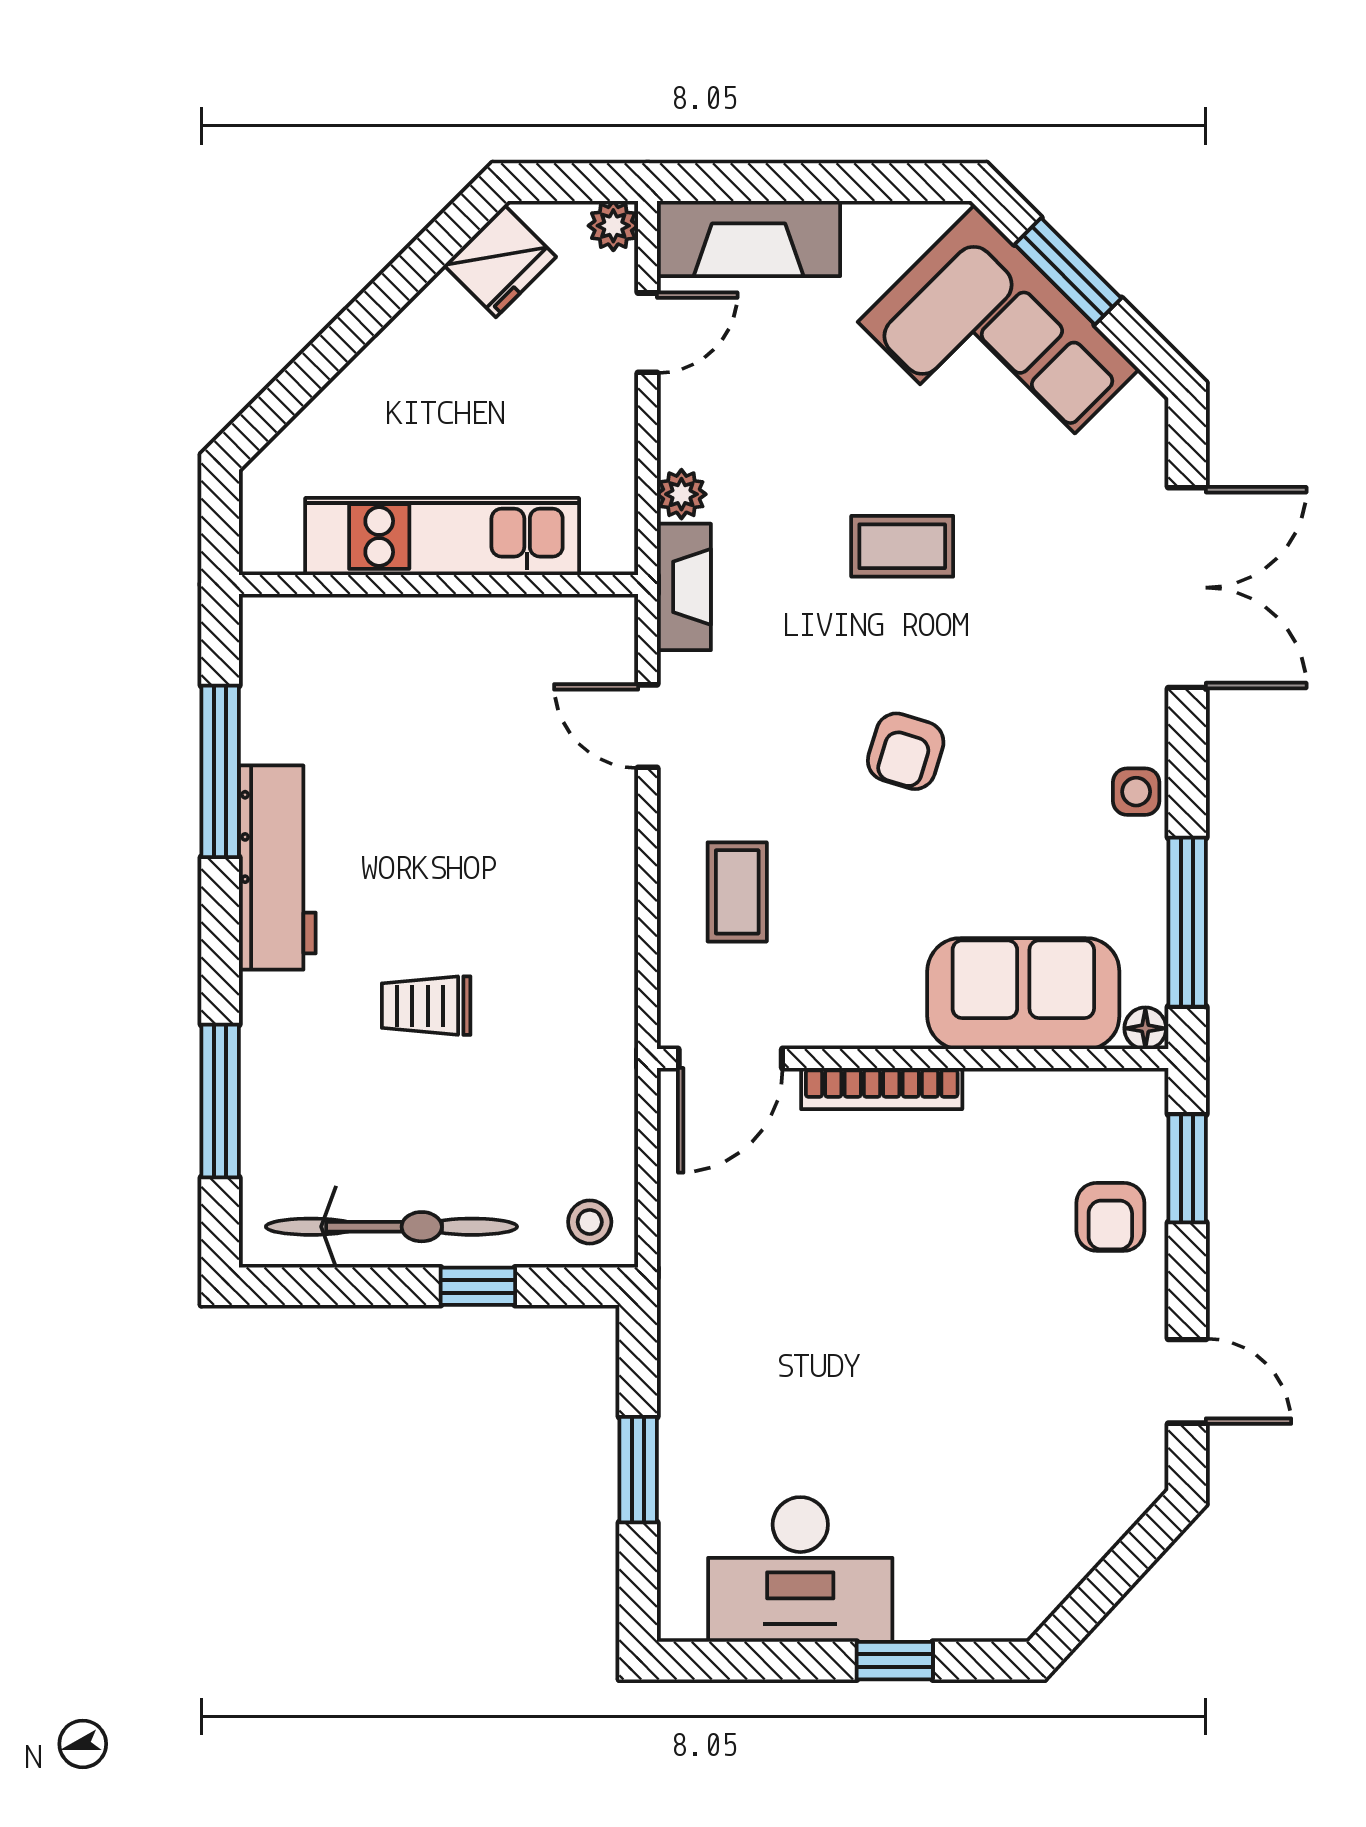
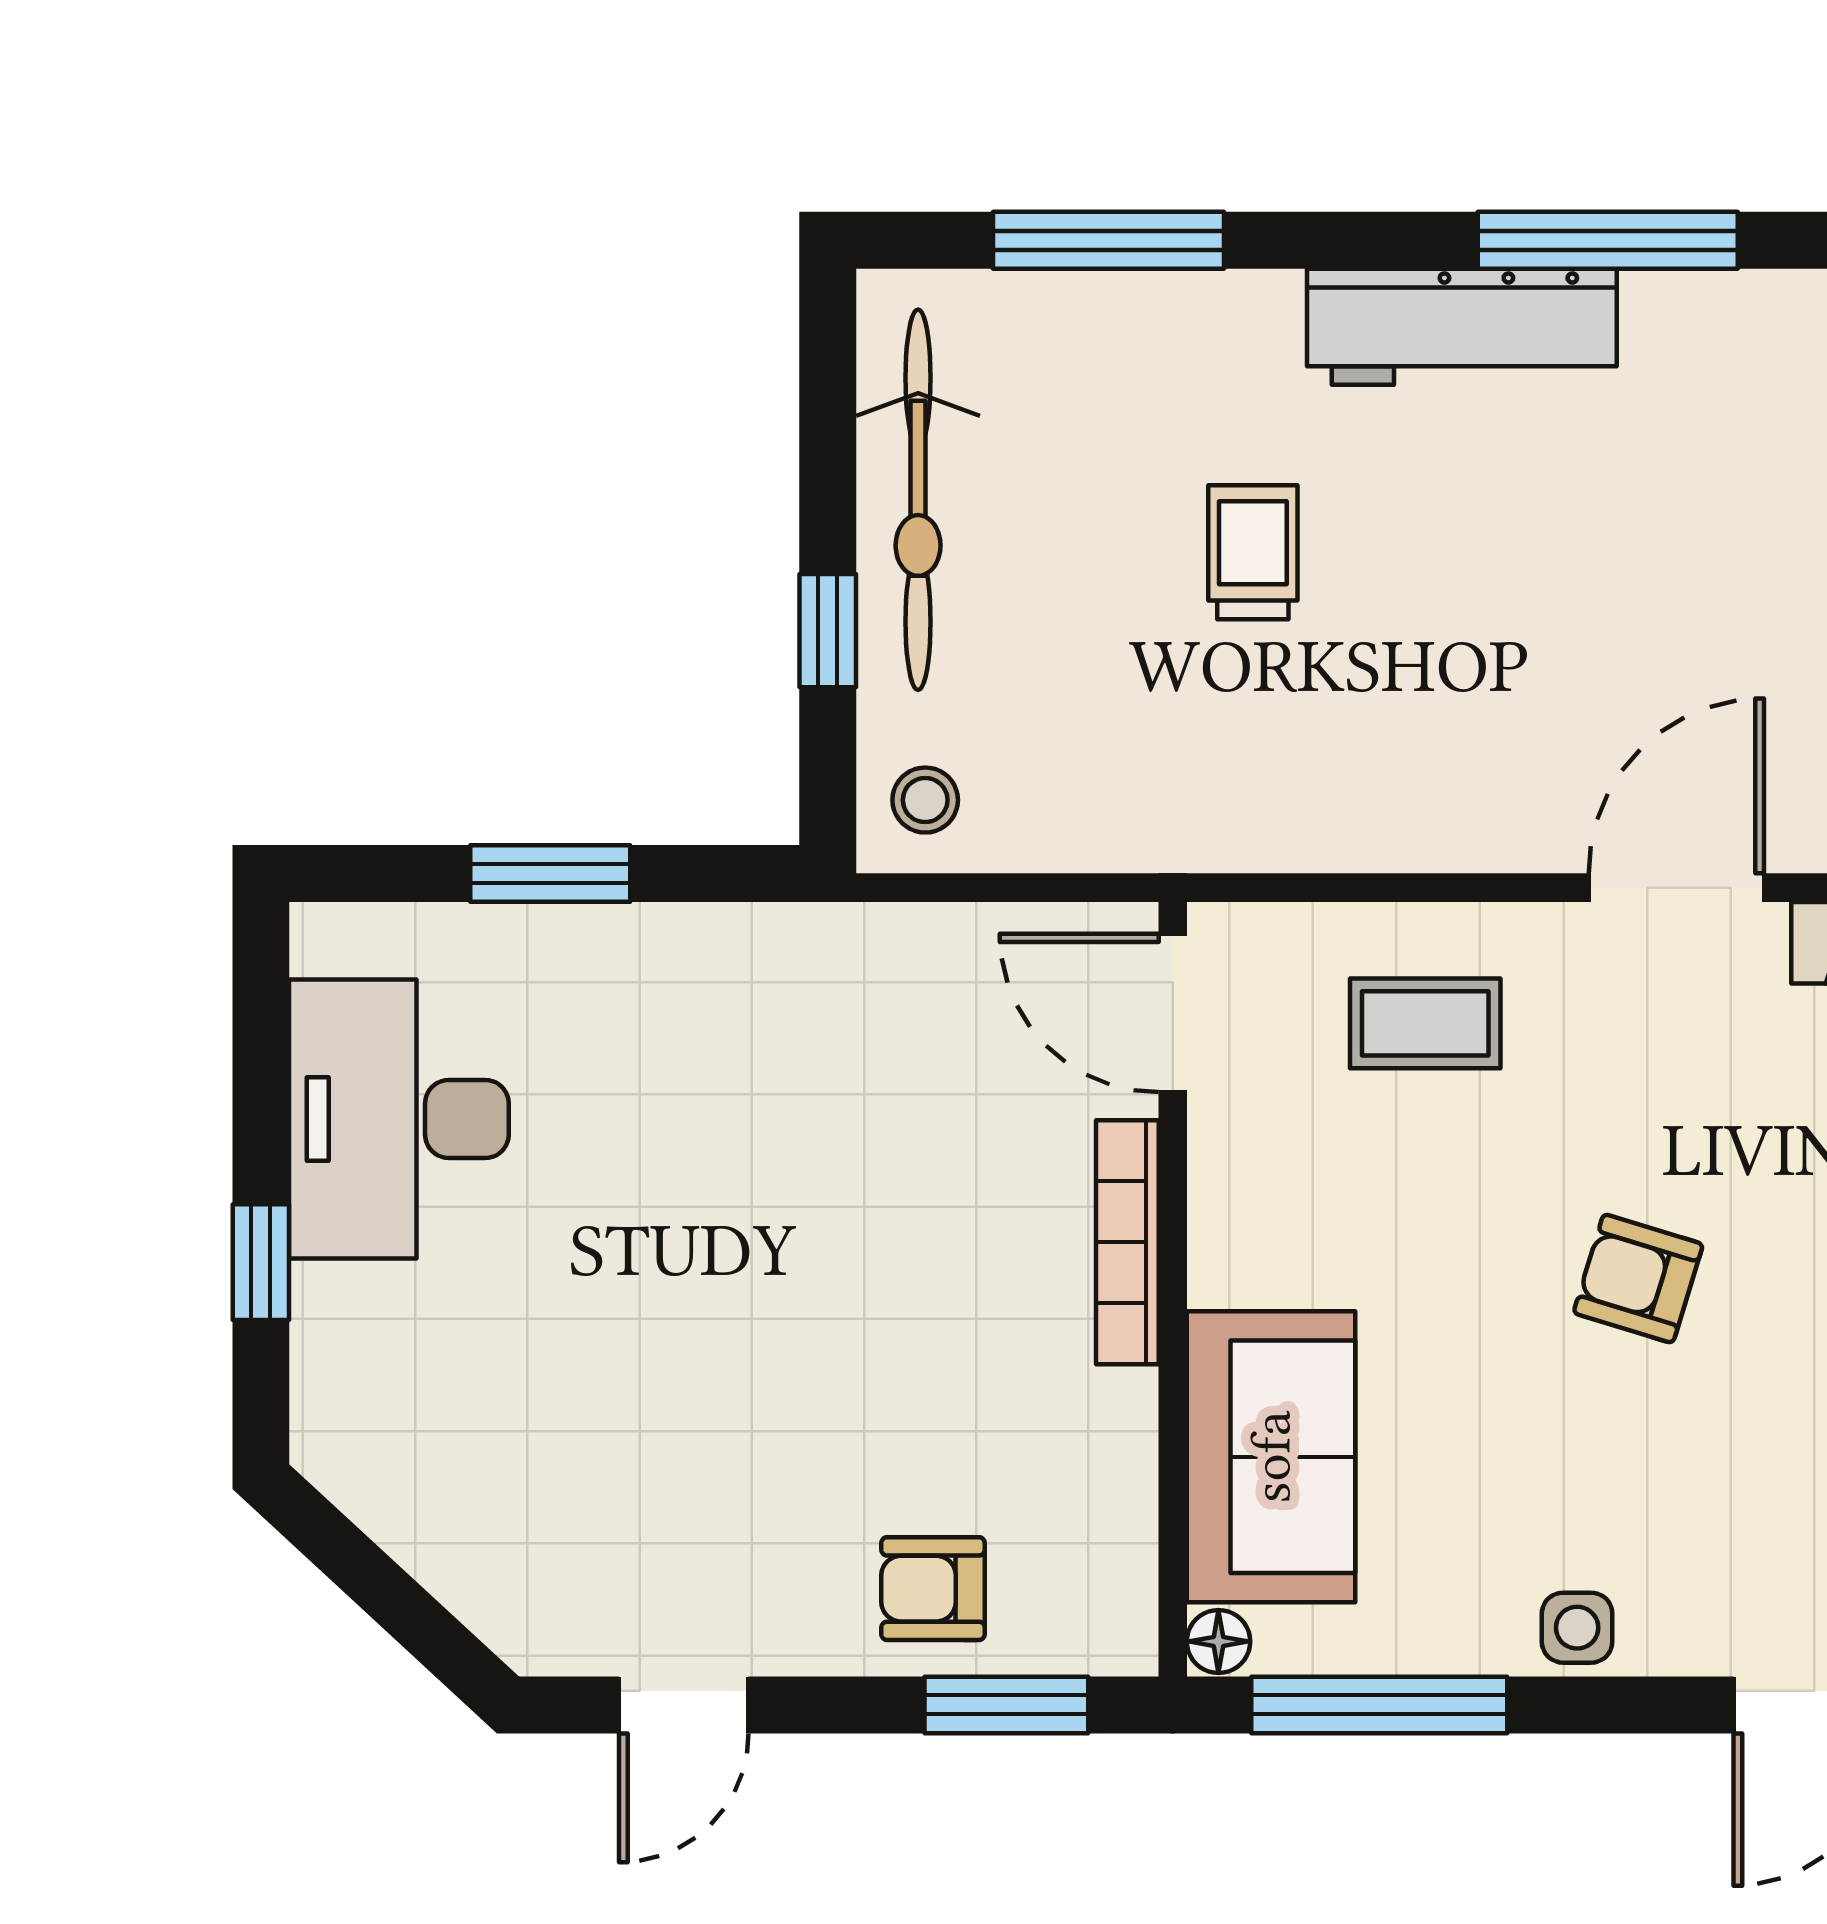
door: (648, 726) -> (1676, 888), width x1.38

